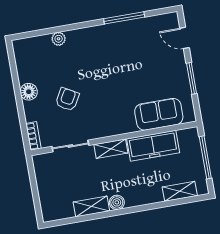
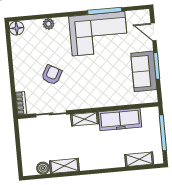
corner sofa: (119, 46) -> (98, 34), added
floor lamp: (29, 92) -> (17, 28), moved
sofa: (159, 114) -> (144, 71), moved, turned -90
boiler: (117, 202) -> (43, 168), moved

